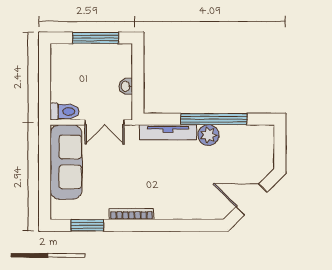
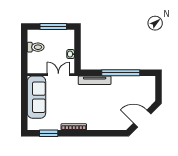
toilet: (65, 111) -> (36, 47), moved
double door: (104, 122) -> (58, 75), swing flipped
plant: (208, 135) -> (118, 82), removed

